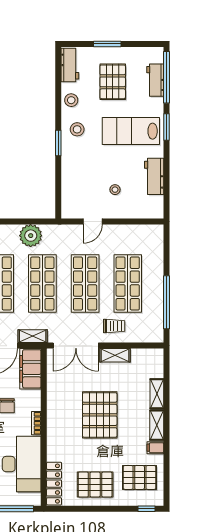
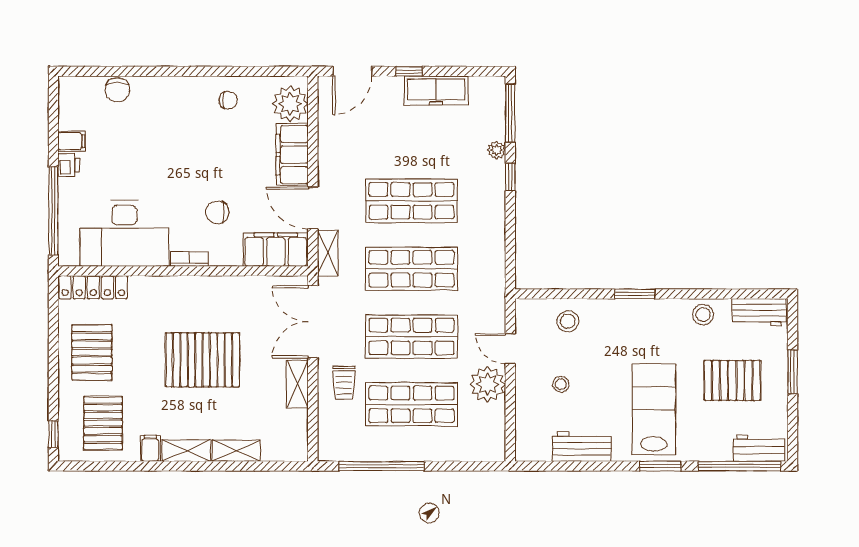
workbench: (155, 80) -> (759, 448), moved
stool: (77, 129) -> (568, 321), moved
plant: (31, 236) -> (488, 384), moved

